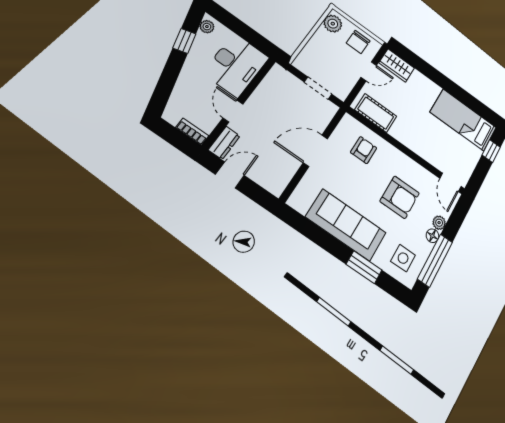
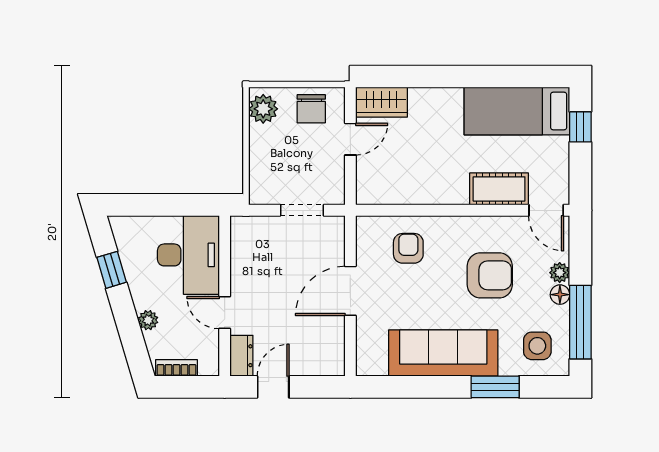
plant: (207, 27) -> (148, 320), moved
cot: (376, 113) -> (499, 189), moved
bookcase: (192, 132) -> (177, 368), moved

